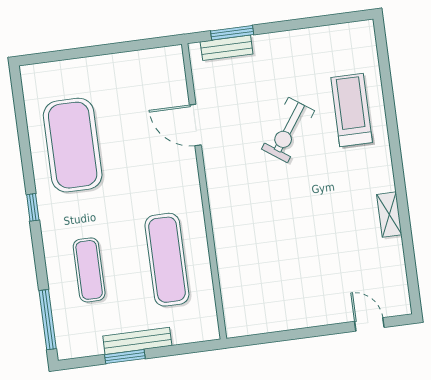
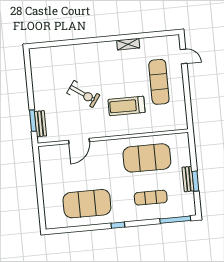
treadmill: (352, 110) -> (127, 106), moved
exercise mat: (167, 260) -> (147, 158), width x1.47
exercise mat: (317, 278) -> (159, 82), added
door: (369, 324) -> (184, 56), swing flipped
bench: (137, 341) -> (188, 179), width x0.73

